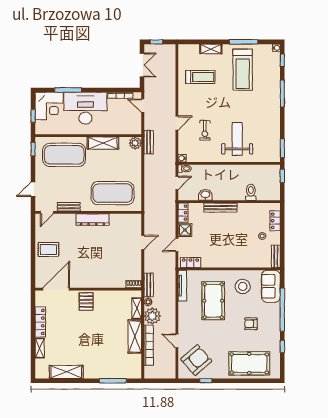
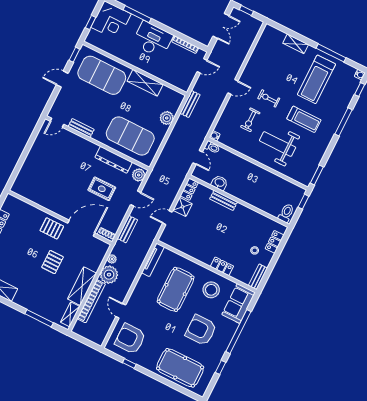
treadmill: (200, 77) -> (304, 119), moved
exercise bike: (211, 105) -> (269, 98), added
door: (143, 106) -> (202, 66), swing flipped
desk: (85, 108) -> (153, 39), width x0.73, depth x0.77
door: (177, 123) -> (233, 87), moved
weight bench: (237, 139) -> (278, 144), turned -90
plant: (135, 143) -> (167, 118), moved
door: (177, 183) -> (198, 157), hinge flipped
door: (33, 189) -> (62, 79), moved
toilet: (251, 192) -> (286, 213), moved
bench: (220, 208) -> (224, 200), width x0.73
dresser: (93, 220) -> (114, 160), moved
plant: (136, 222) -> (139, 175), added
rug: (48, 249) -> (102, 189), moved
locker: (190, 263) -> (222, 266), moved
bench: (149, 285) -> (127, 229), moved
door: (56, 289) -> (81, 228), moved
pallet: (86, 302) -> (52, 228), turned 90
shelving: (137, 308) -> (70, 314), moved
armchair: (251, 324) -> (201, 330), width x1.88, depth x1.88
pallet: (101, 329) -> (52, 262), added
armchair: (196, 360) -> (130, 339), turned -139

